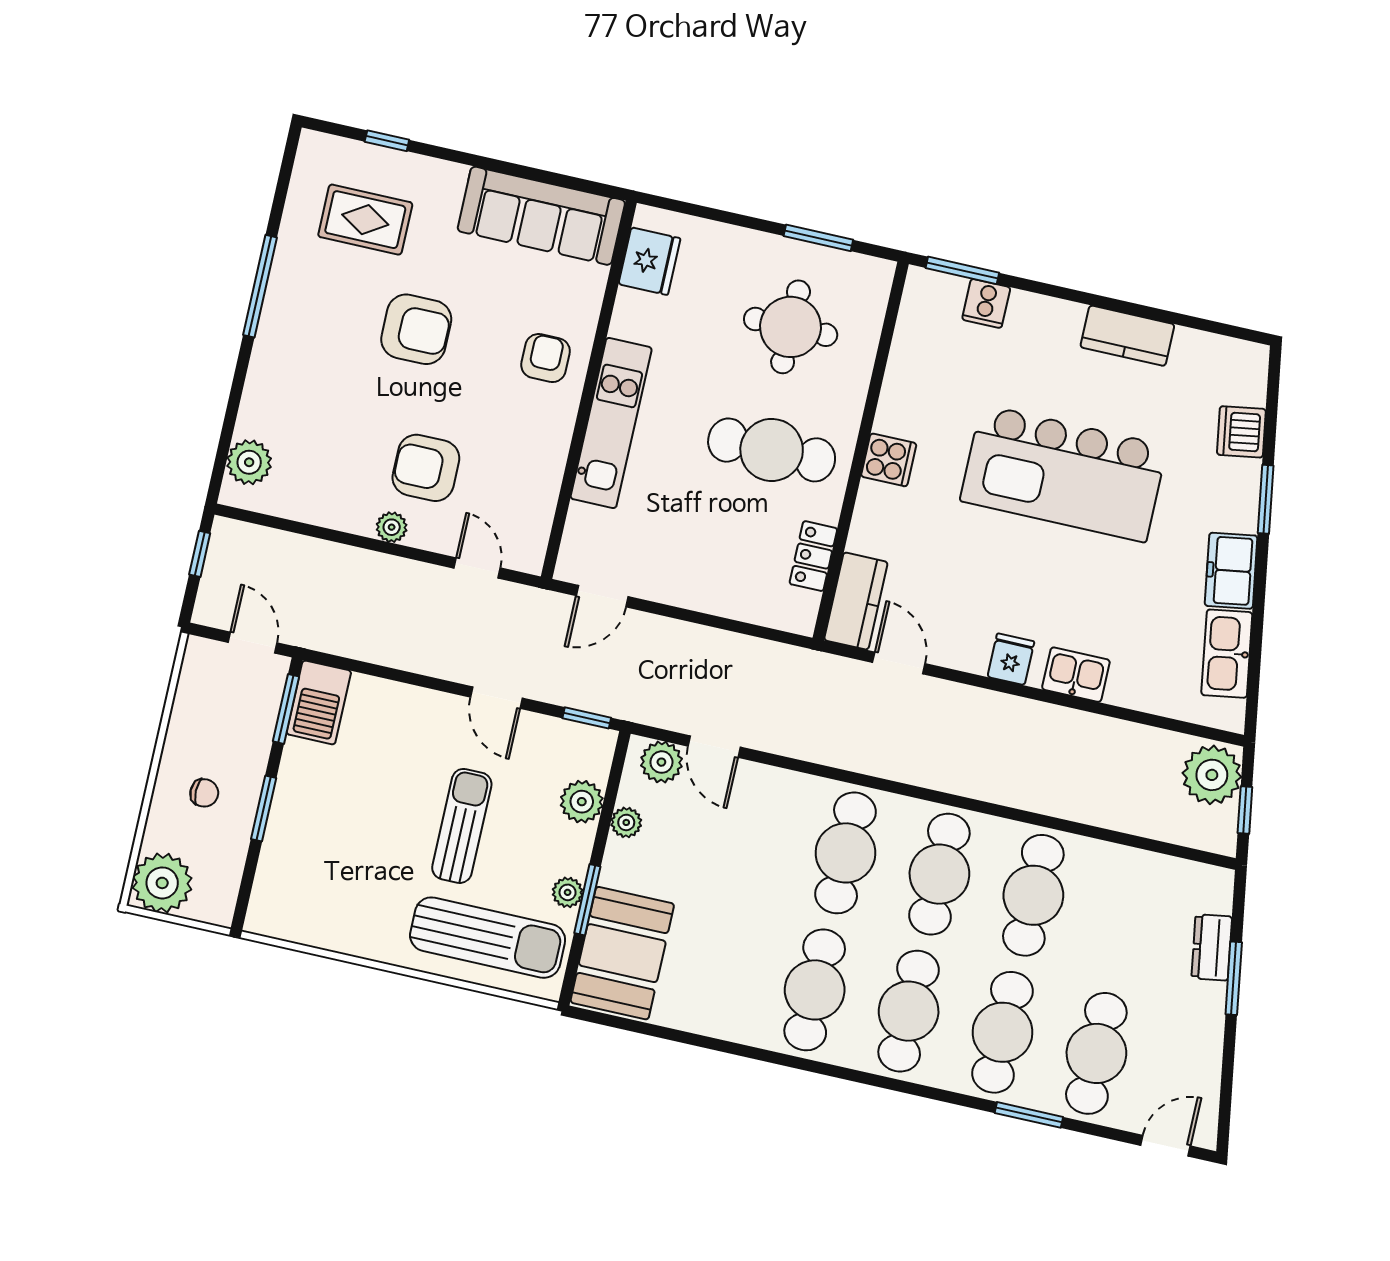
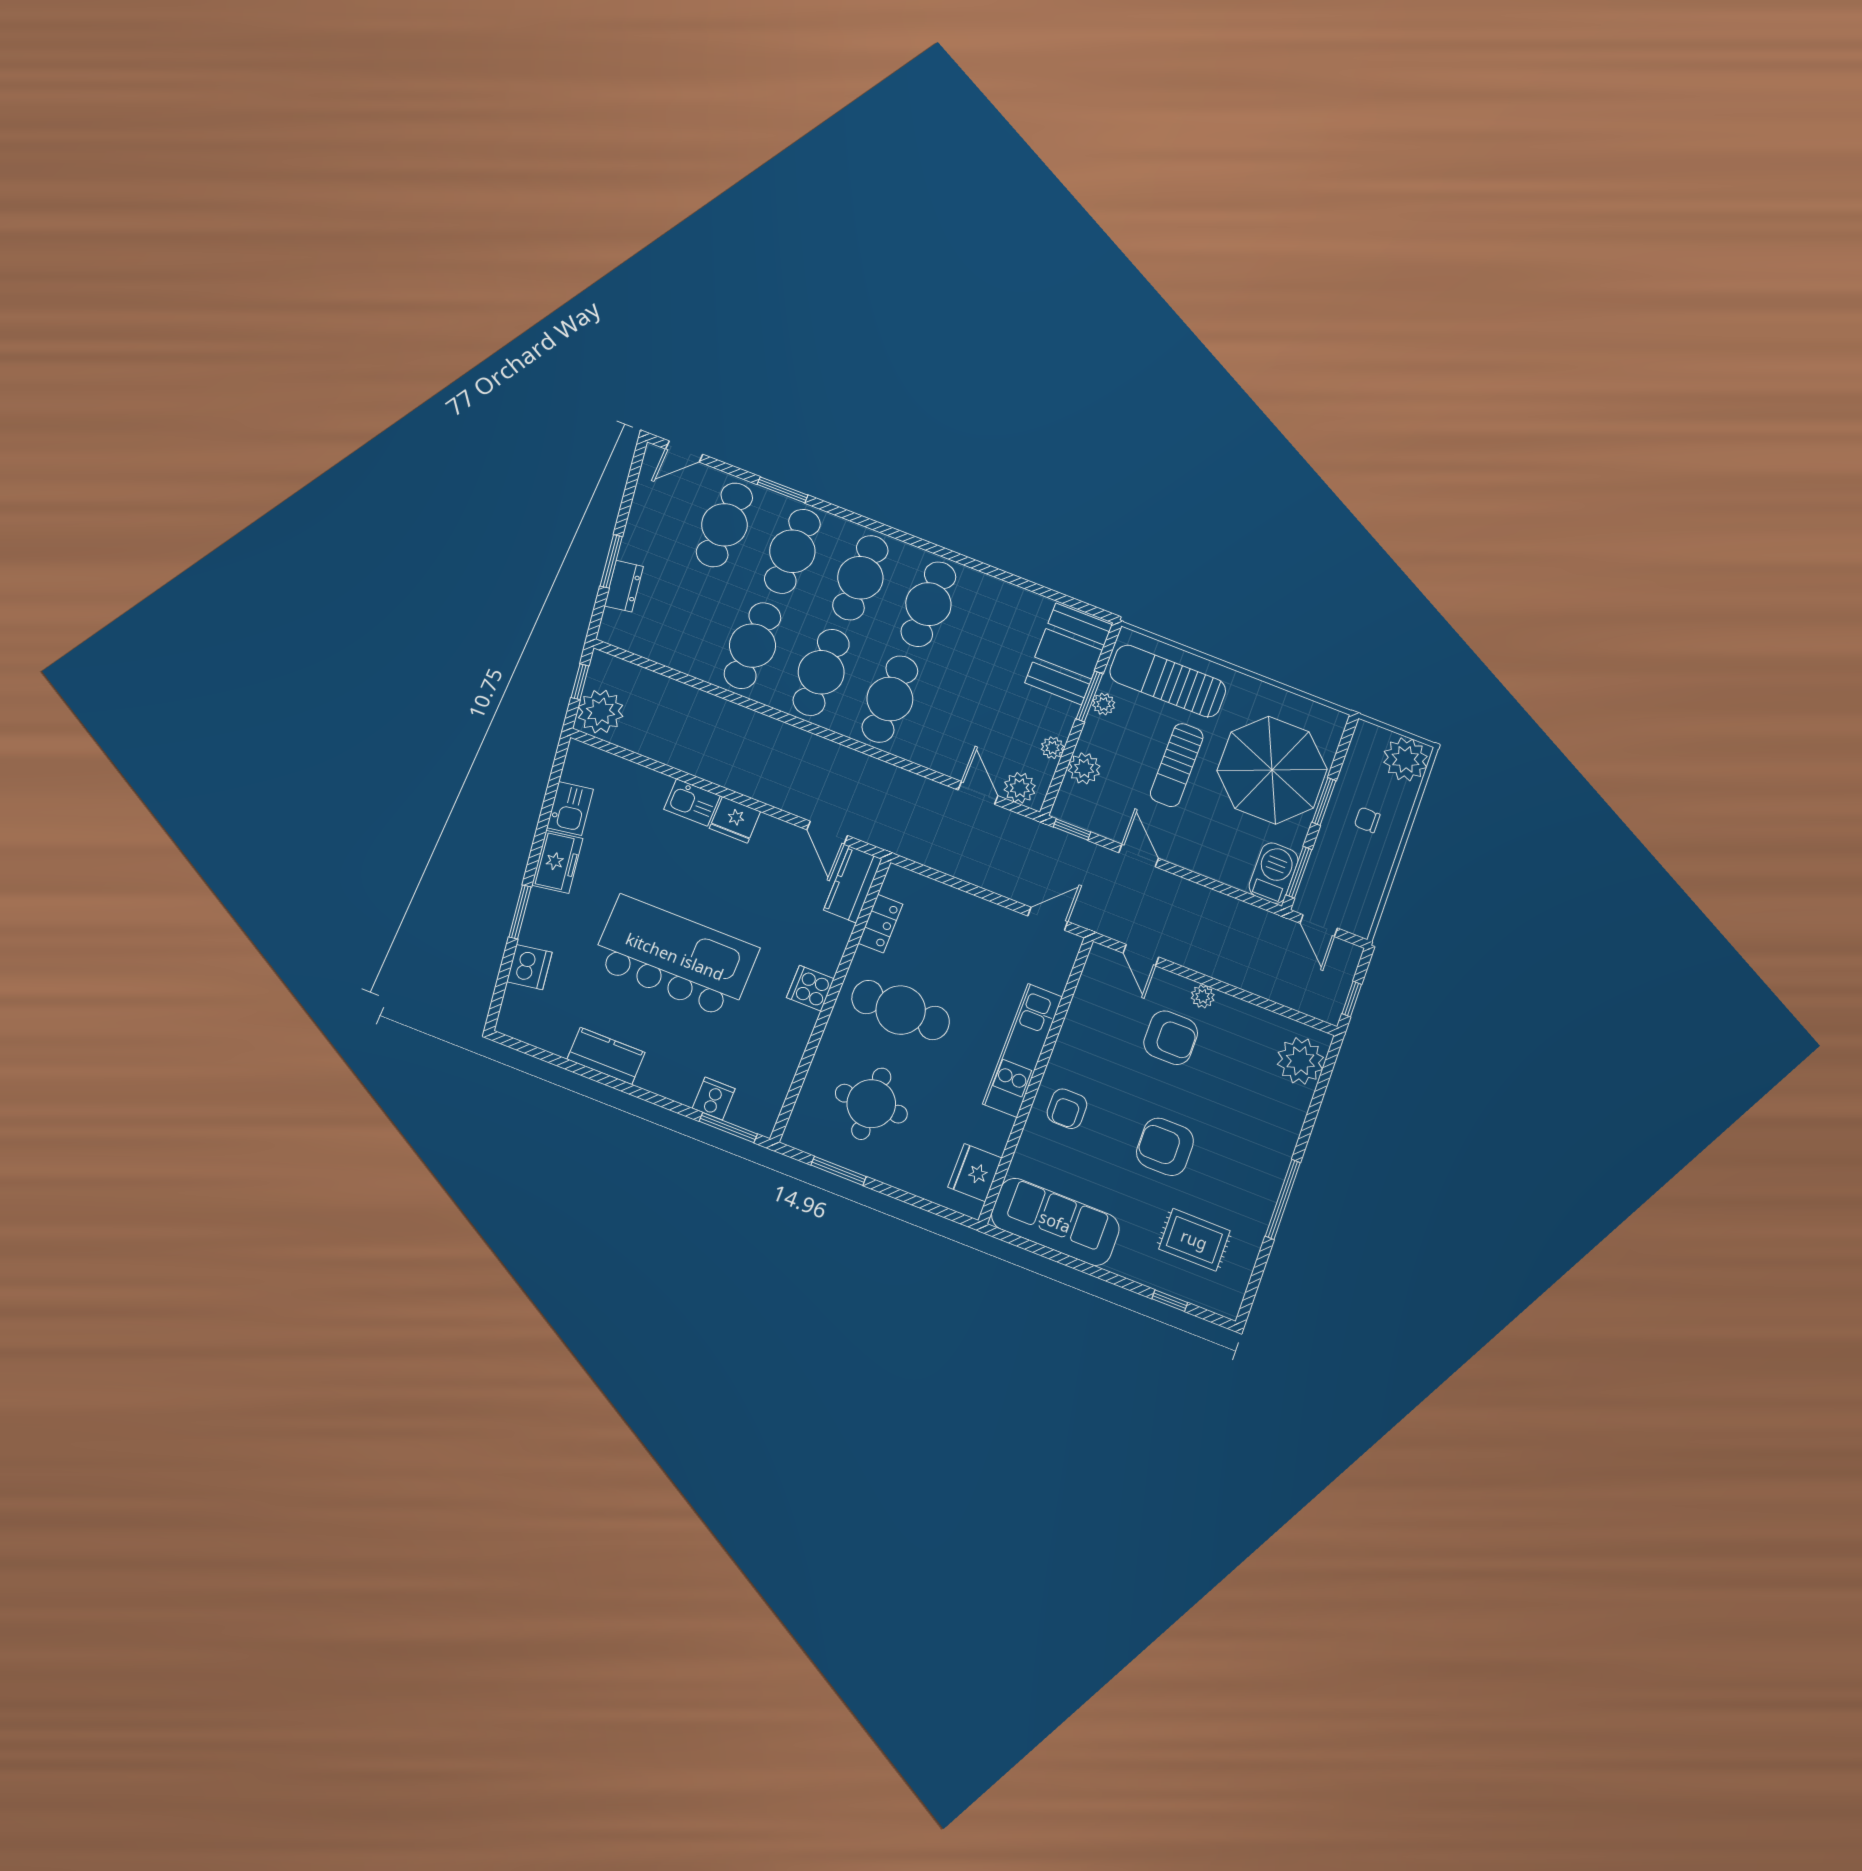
plant: (249, 462) -> (1300, 1061), width x1.36, depth x1.36
kitchen sink: (1227, 654) -> (570, 808), width x0.73
fridge: (1011, 659) -> (735, 820), width x1.38
parasol: (336, 840) -> (1272, 770), added

